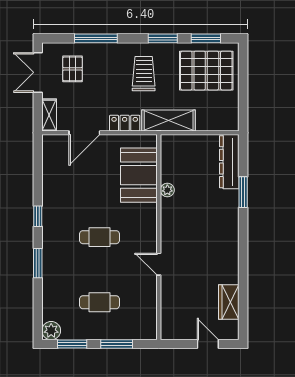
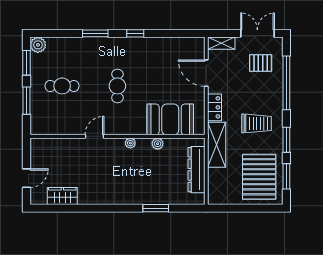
window: (96, 38) -> (286, 83), width x1.46
dresser: (229, 162) -> (197, 170), moved, turned -90
plant: (167, 222) -> (130, 143), added
cafe table: (99, 302) -> (62, 86), turned 90

